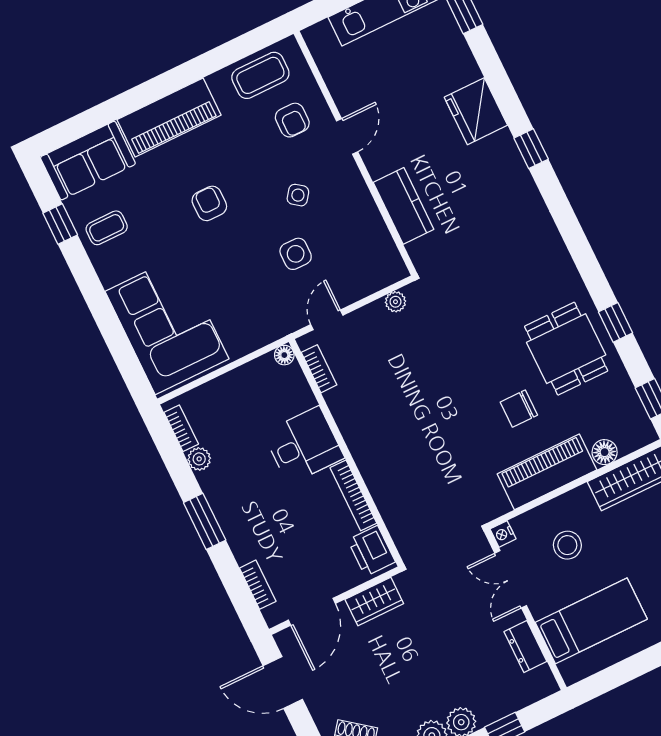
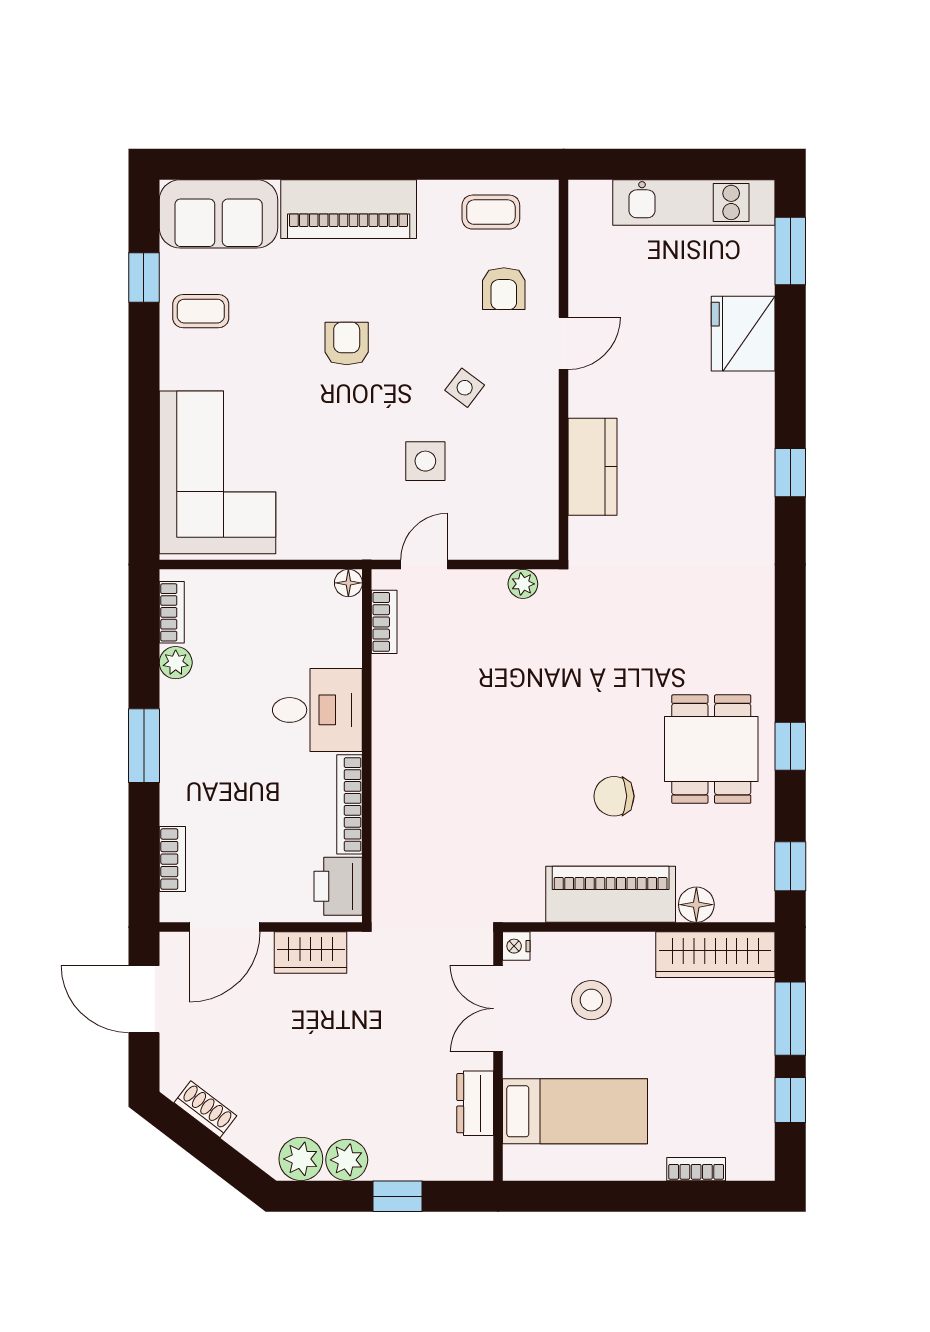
coffee table: (260, 75) -> (491, 212), width x0.73, depth x0.77
fridge: (476, 111) -> (743, 334), moved

